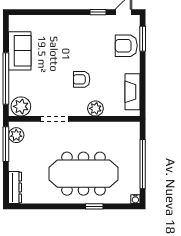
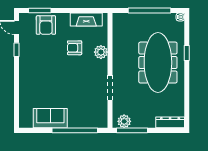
armchair: (82, 79) -> (75, 48), moved, turned 90
plant: (21, 106) -> (99, 117), removed

